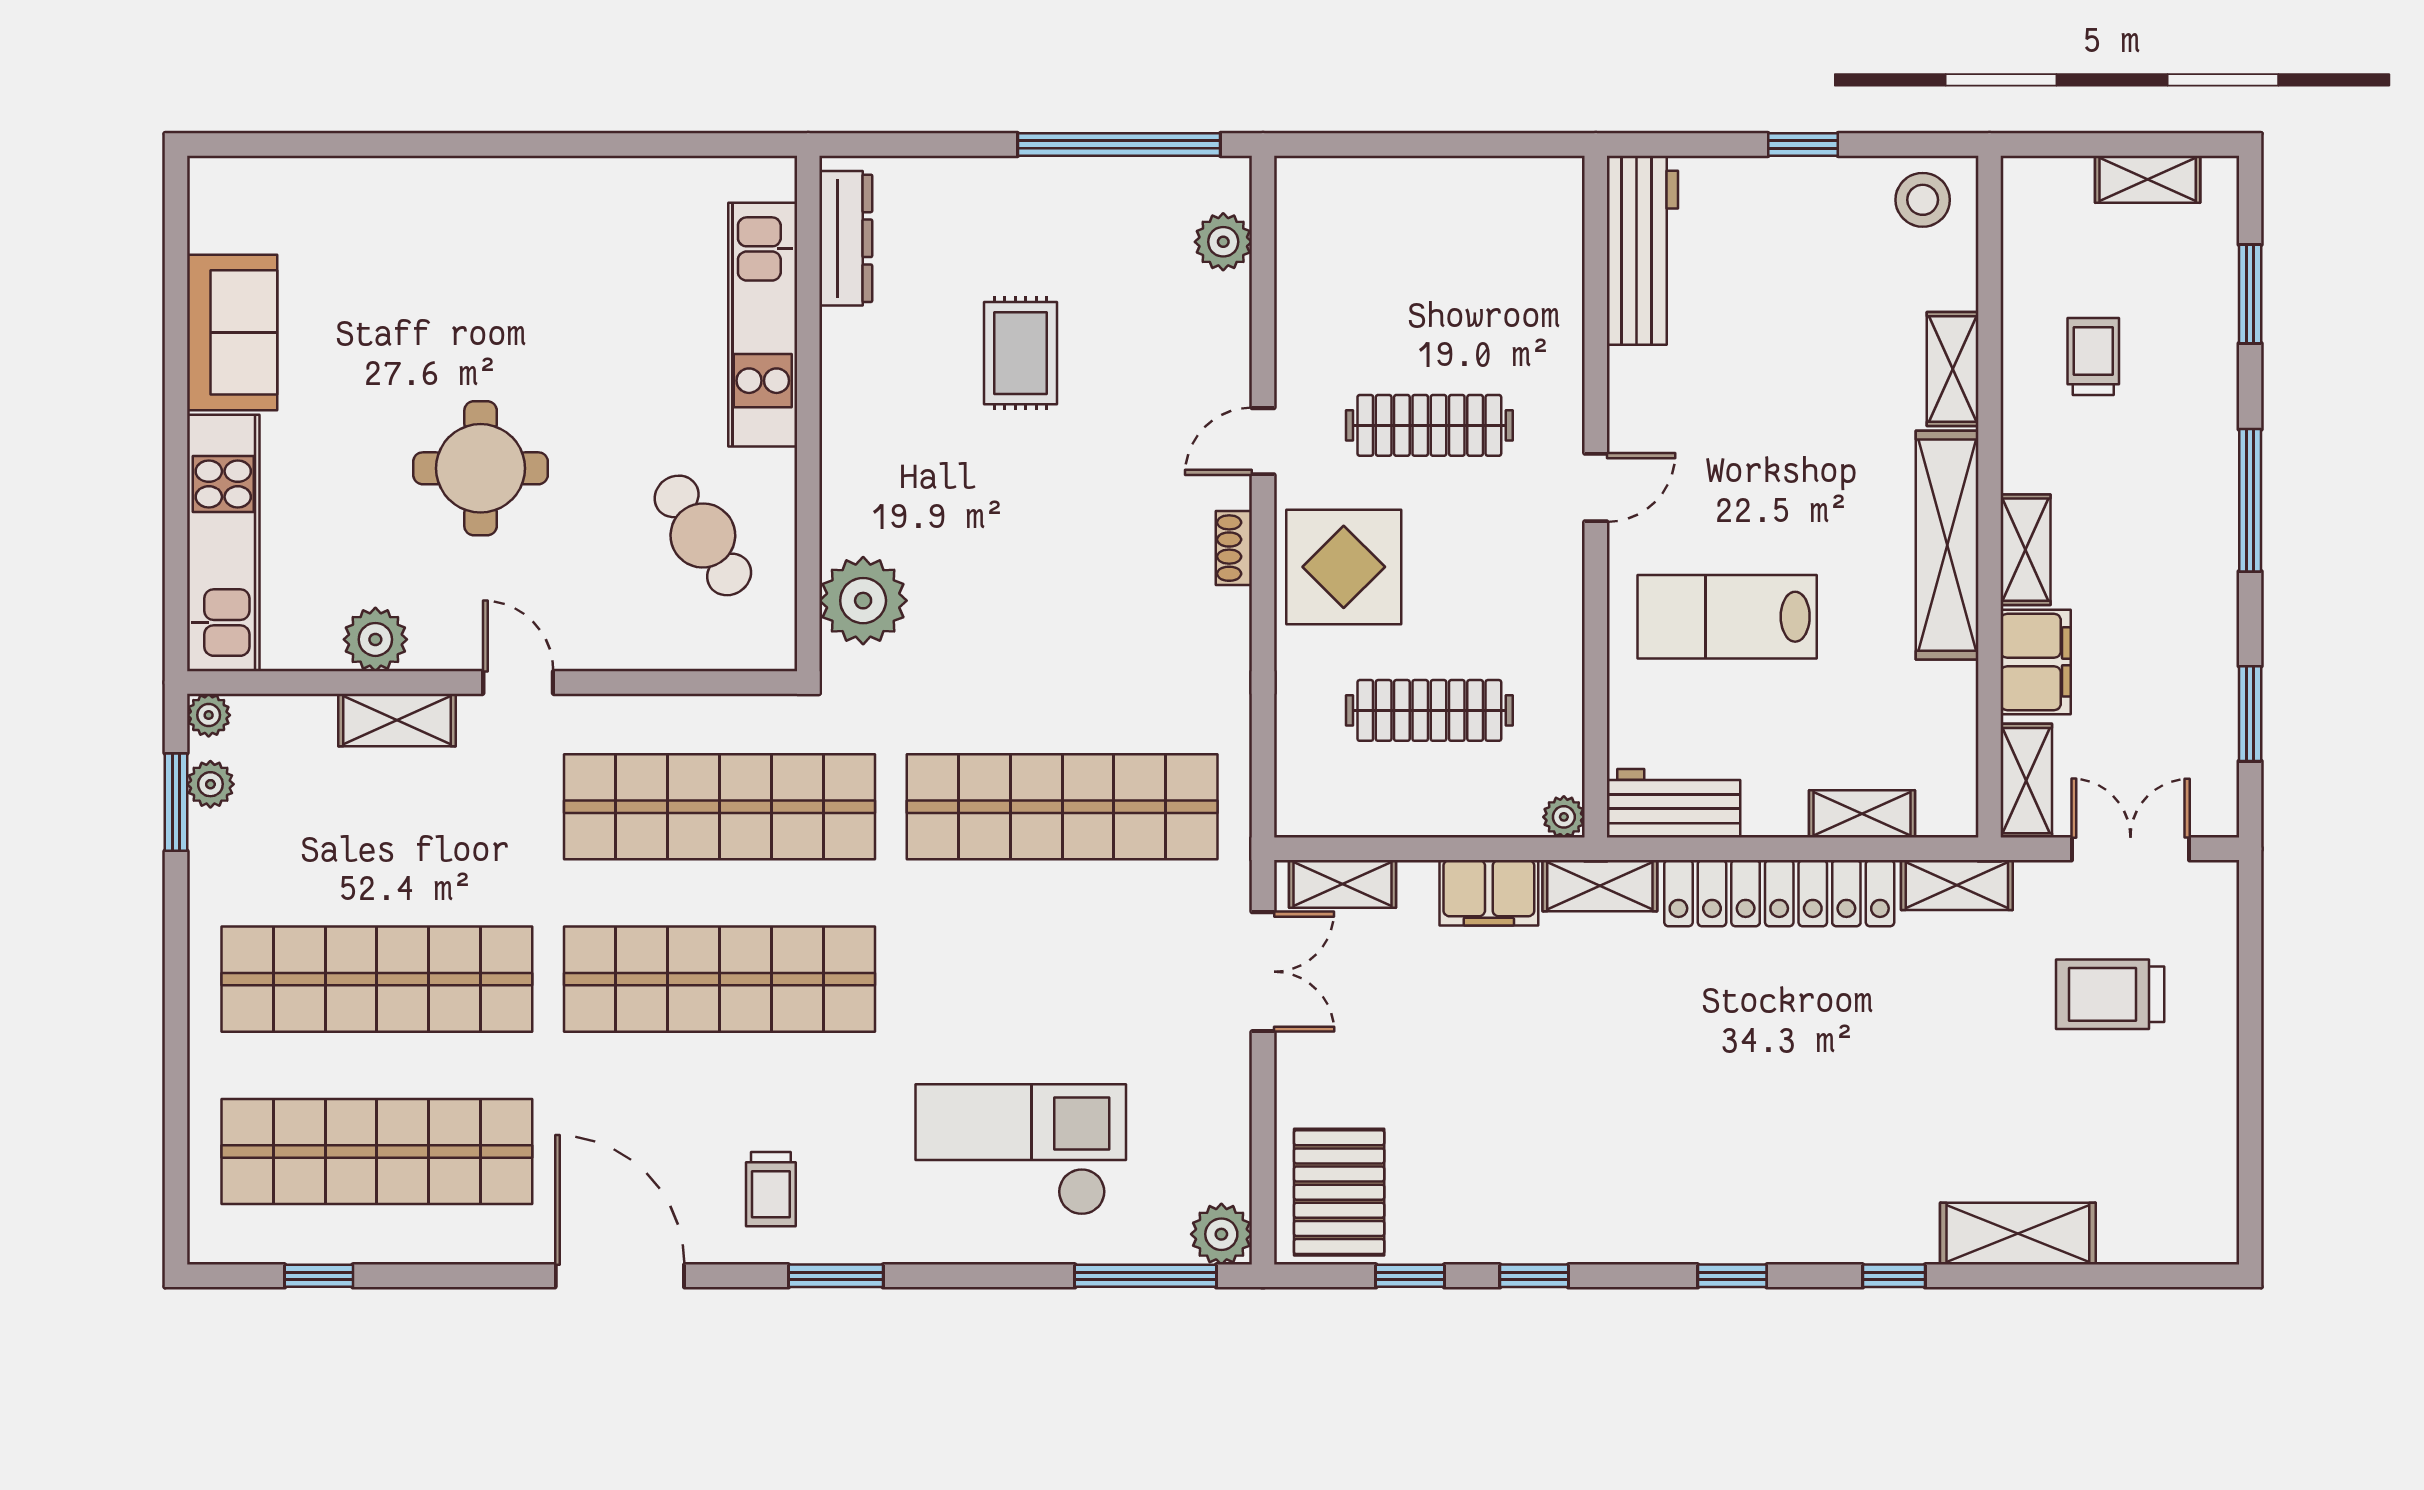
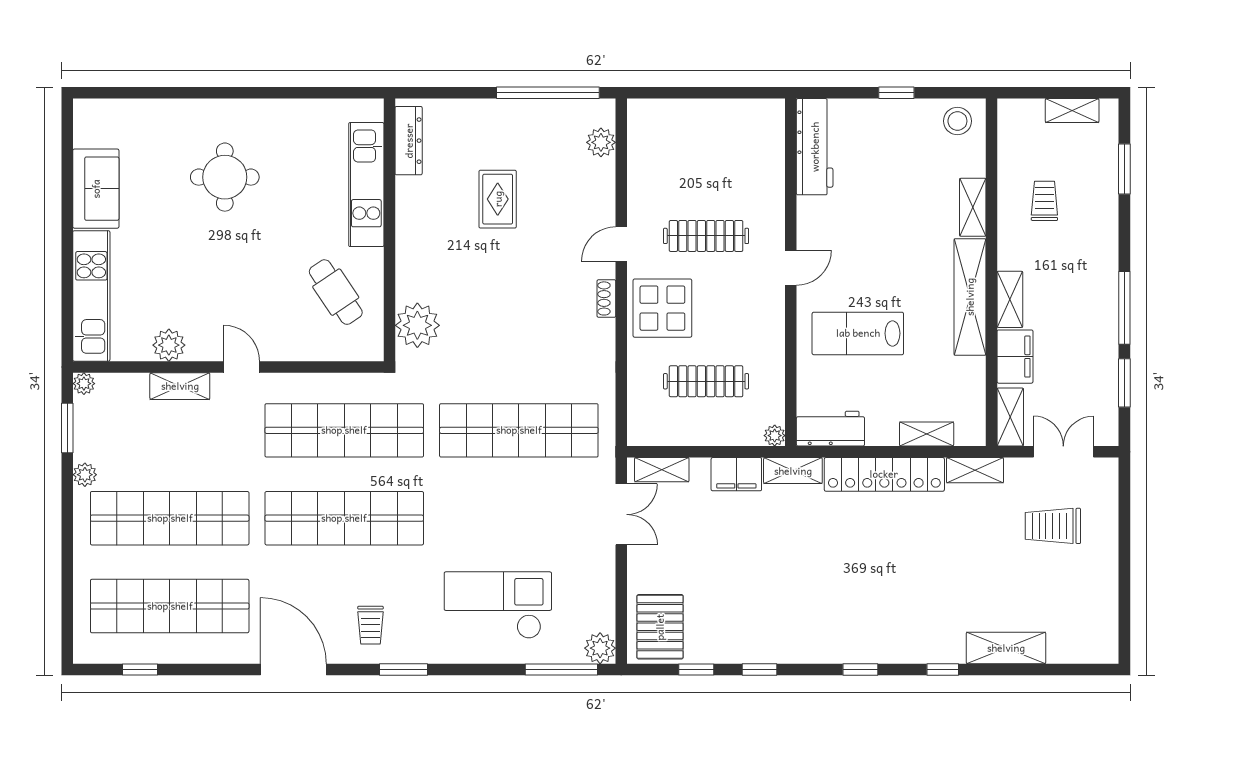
round table: (481, 468) -> (225, 177), moved
window: (2250, 500) -> (1124, 308), moved
plant: (210, 784) -> (85, 475), moved

